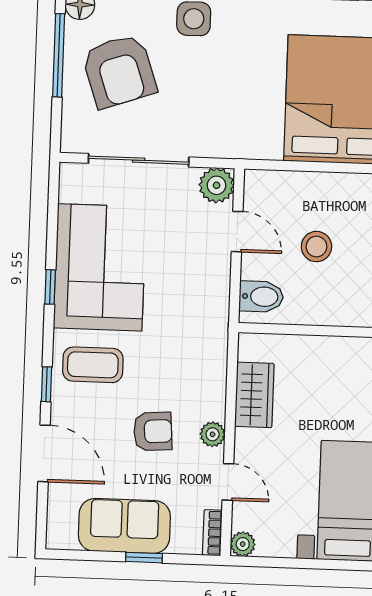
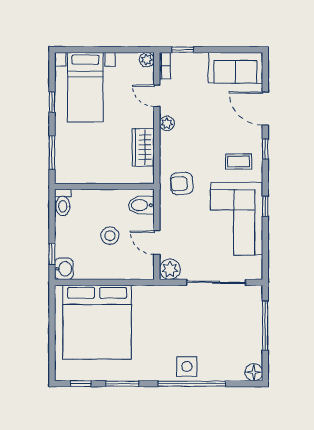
window: (59, 55) -> (265, 326), moved
armchair: (119, 71) -> (229, 334), removed
coffee table: (93, 365) -> (238, 162), width x0.73, depth x0.77
armchair: (153, 431) -> (182, 183), moved
sofa: (124, 526) -> (235, 68), moved
window: (144, 558) -> (183, 50), moved

